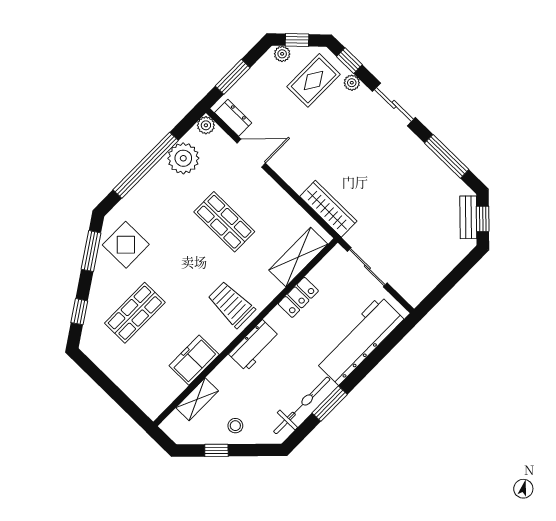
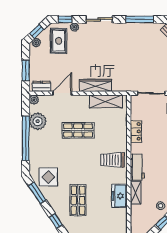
wardrobe: (328, 209) -> (95, 85), moved
shelving: (298, 257) -> (106, 101), moved, turned 90
shelving: (197, 399) -> (136, 193), moved

